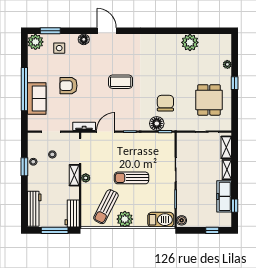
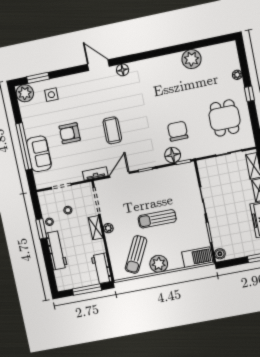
floor lamp: (84, 39) -> (123, 70), moved
coffee table: (121, 82) -> (112, 130), moved, turned 90
workbench: (34, 209) -> (57, 250), moved

